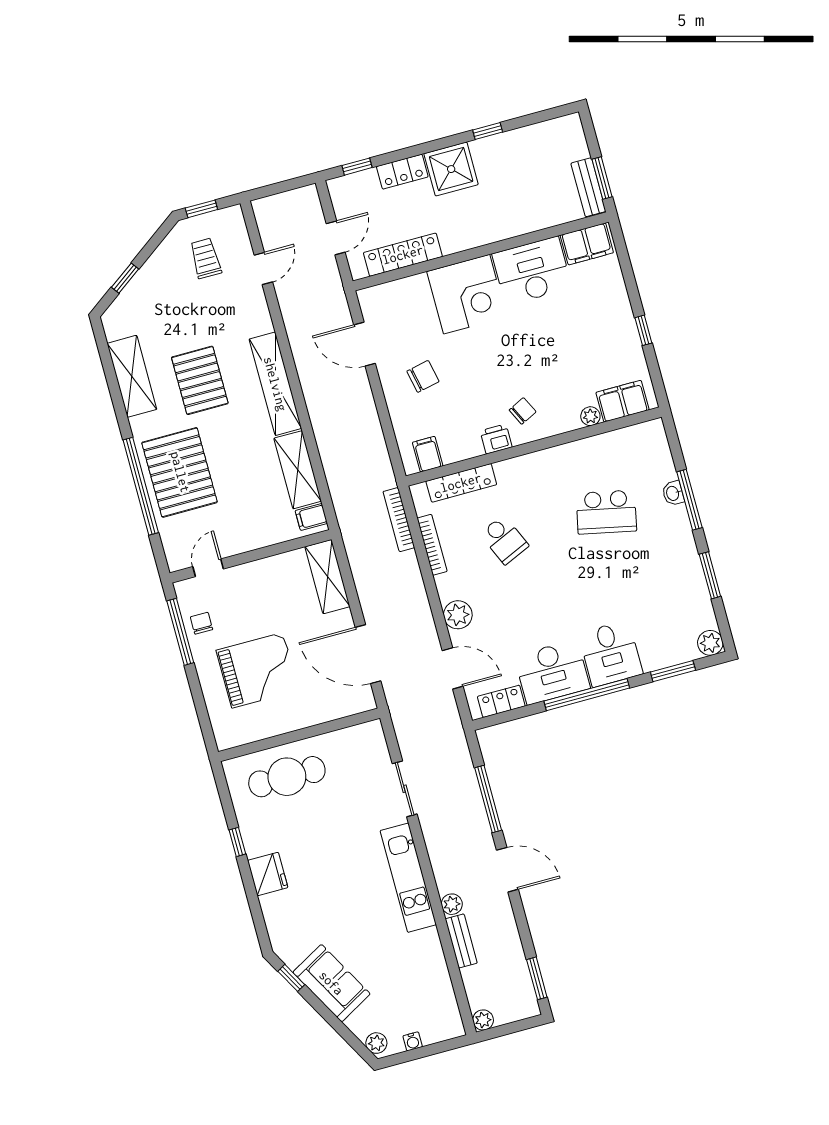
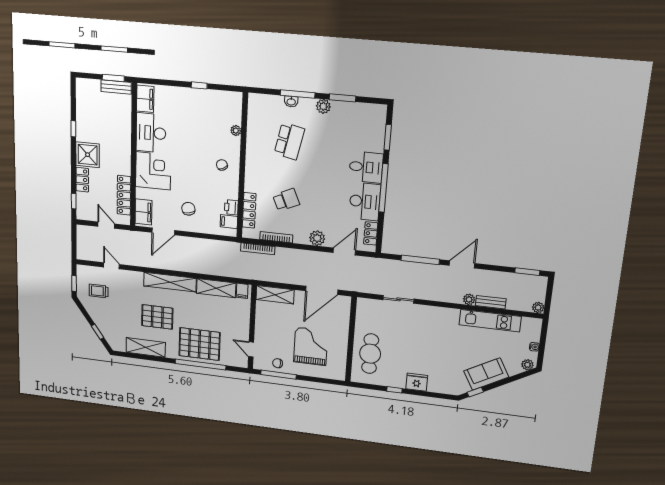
filing cabinet: (622, 401) -> (143, 212), moved, turned 180
printer: (496, 439) -> (231, 207), moved
plant: (710, 643) -> (323, 106), moved
kitchen unit: (408, 878) -> (490, 321), moved

